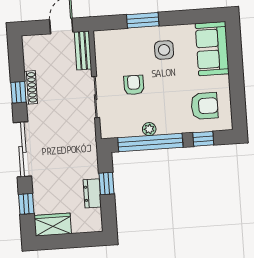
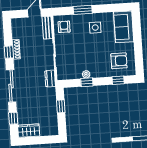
armchair: (134, 85) -> (64, 27), moved
window: (150, 143) -> (87, 82), width x0.32
dresser: (92, 193) -> (50, 79), moved

